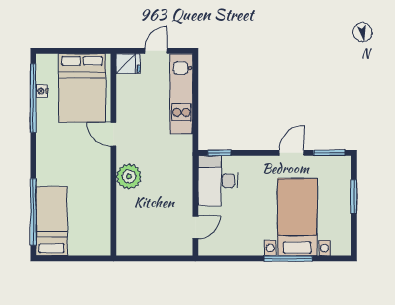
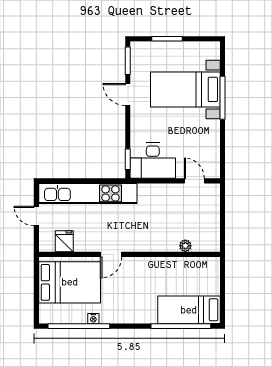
fridge: (128, 64) -> (64, 241), moved
nightstand: (42, 91) -> (93, 319), moved
kitchen unit: (181, 94) -> (88, 193), width x1.36
plant: (129, 176) -> (185, 246), moved, width x0.53, depth x0.53

